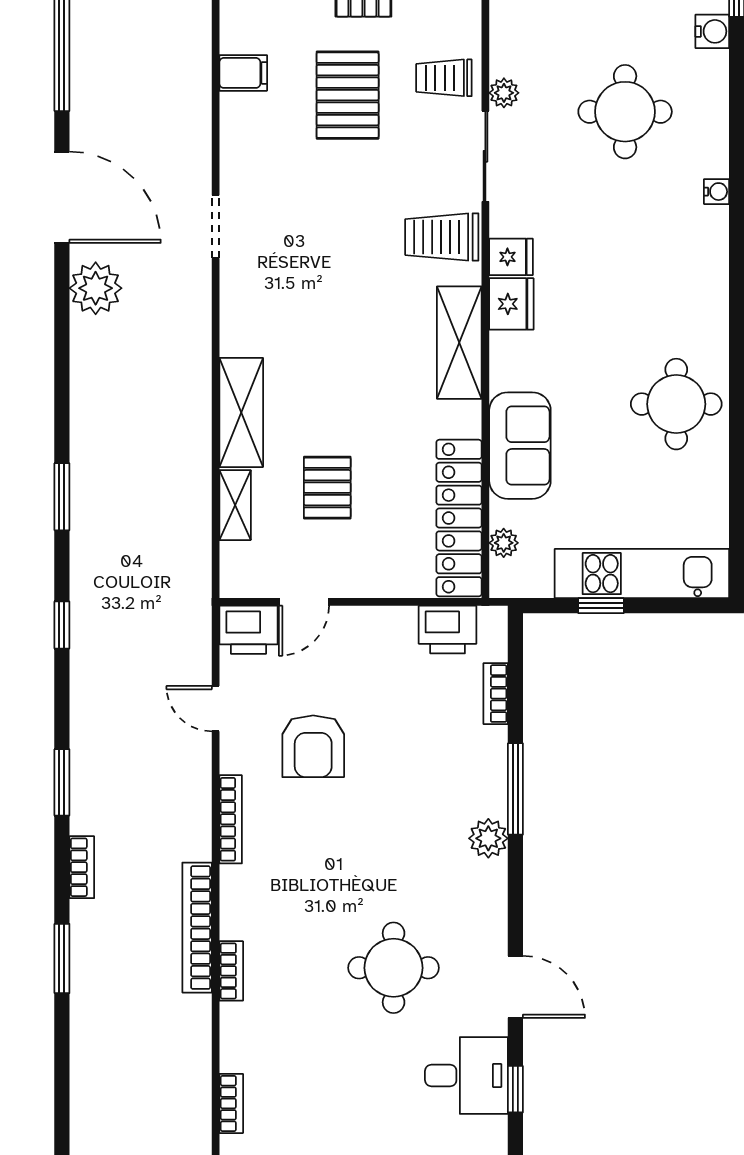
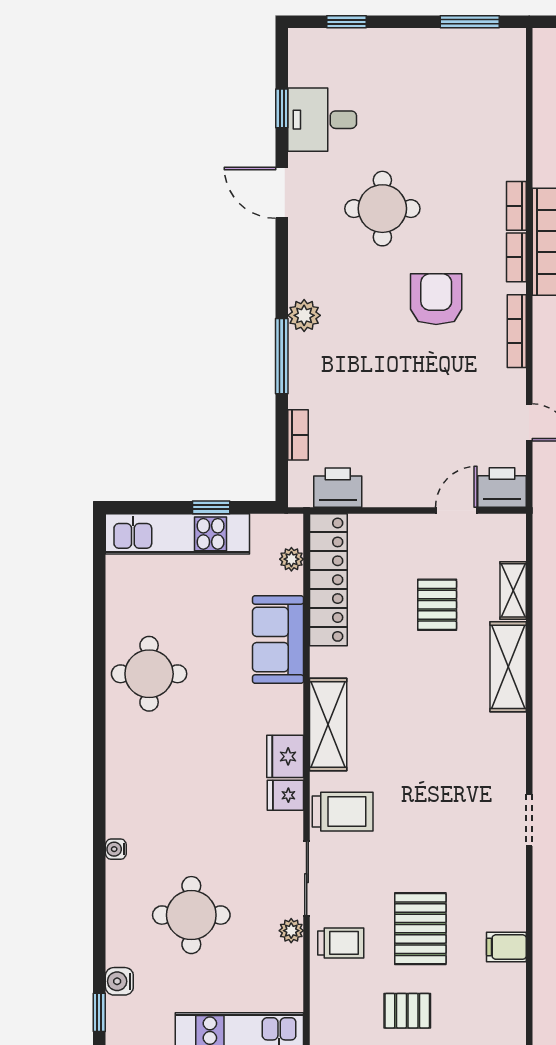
armchair: (313, 746) -> (436, 299), moved
bookcase: (231, 1103) -> (516, 257), moved

